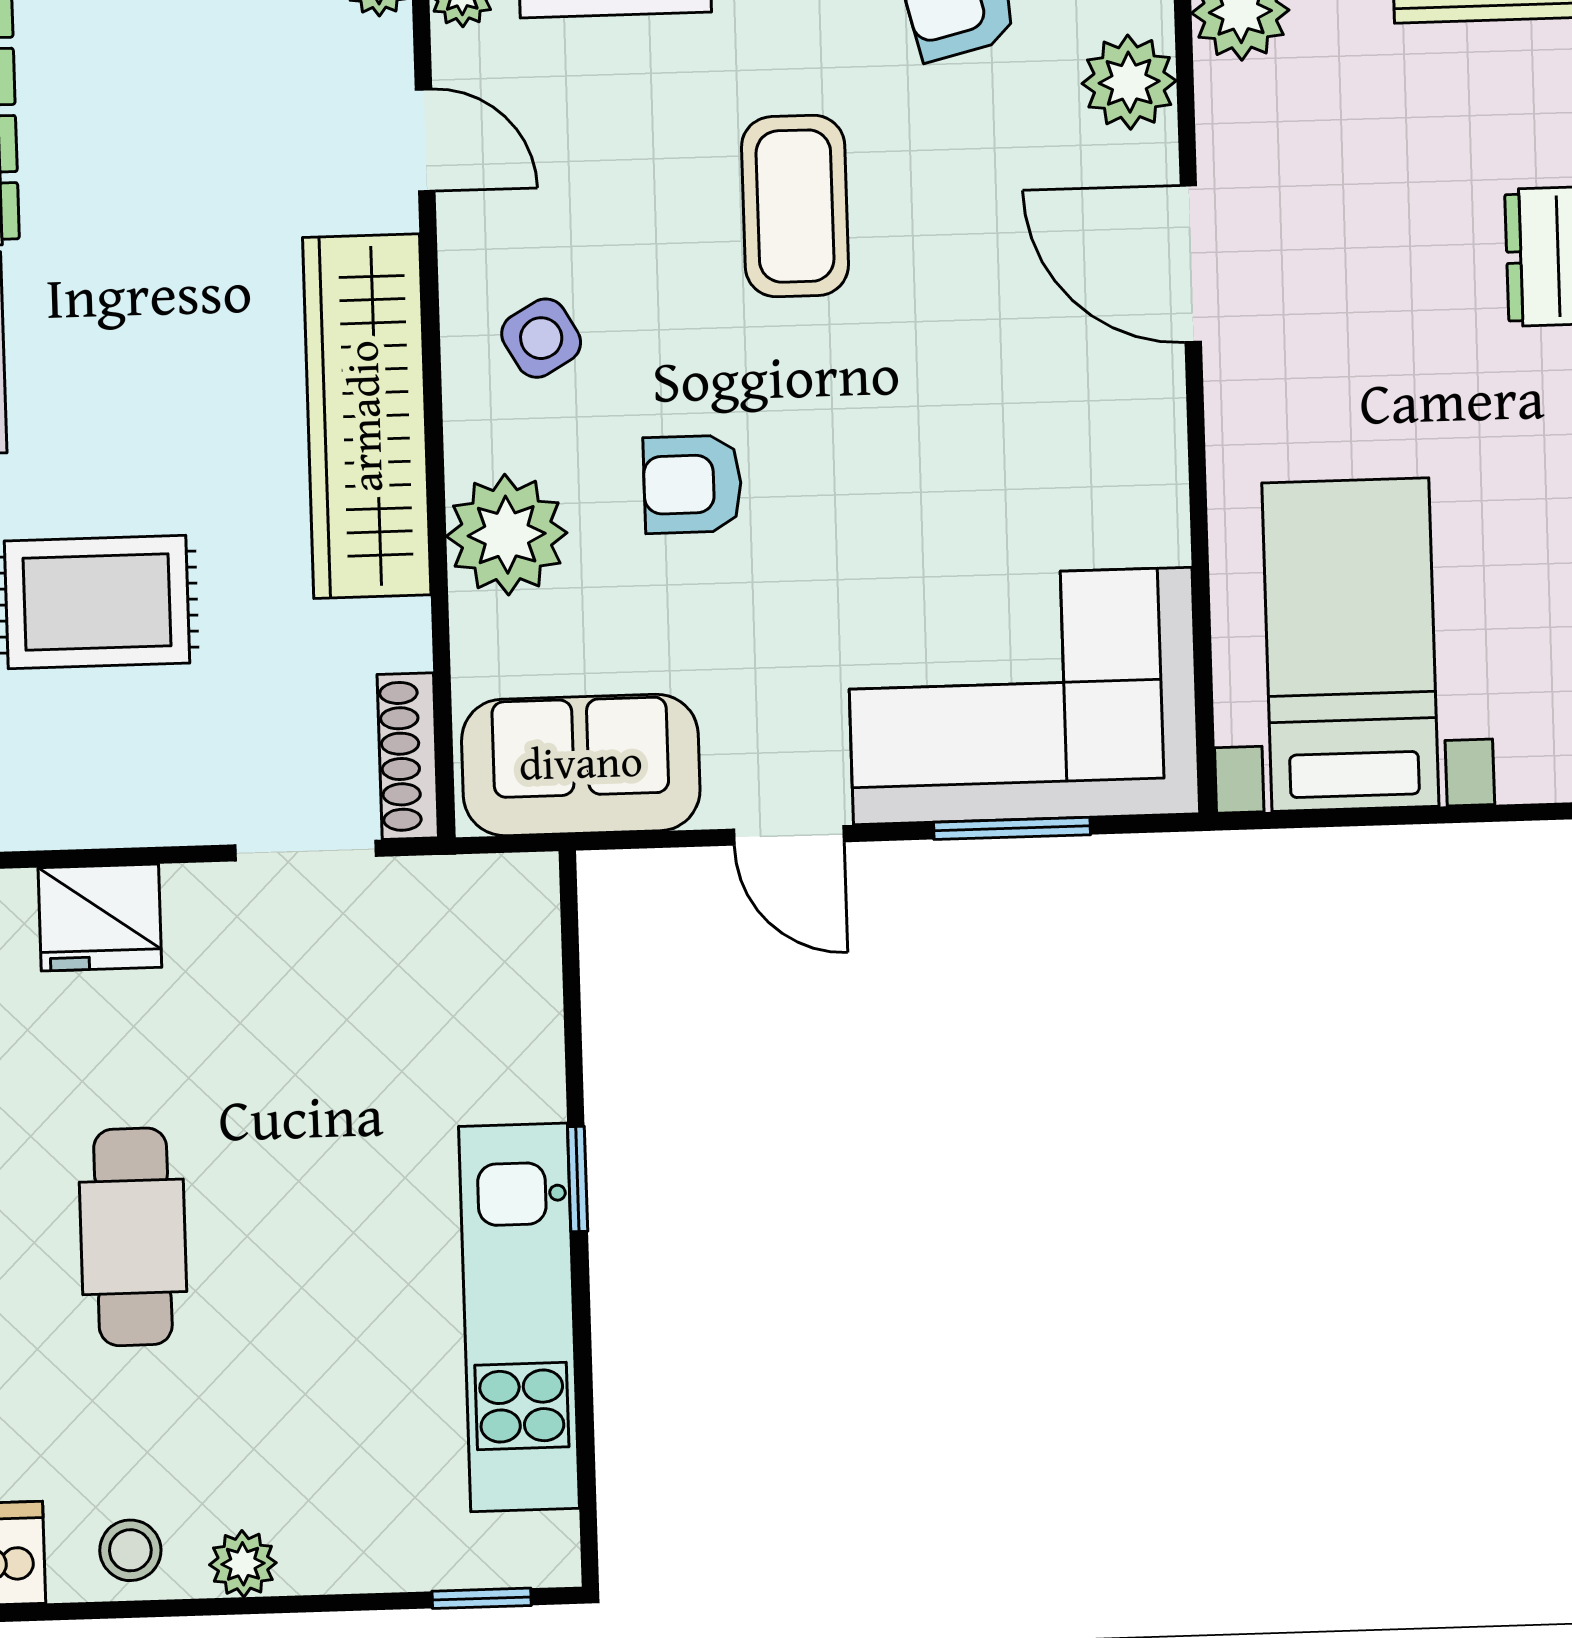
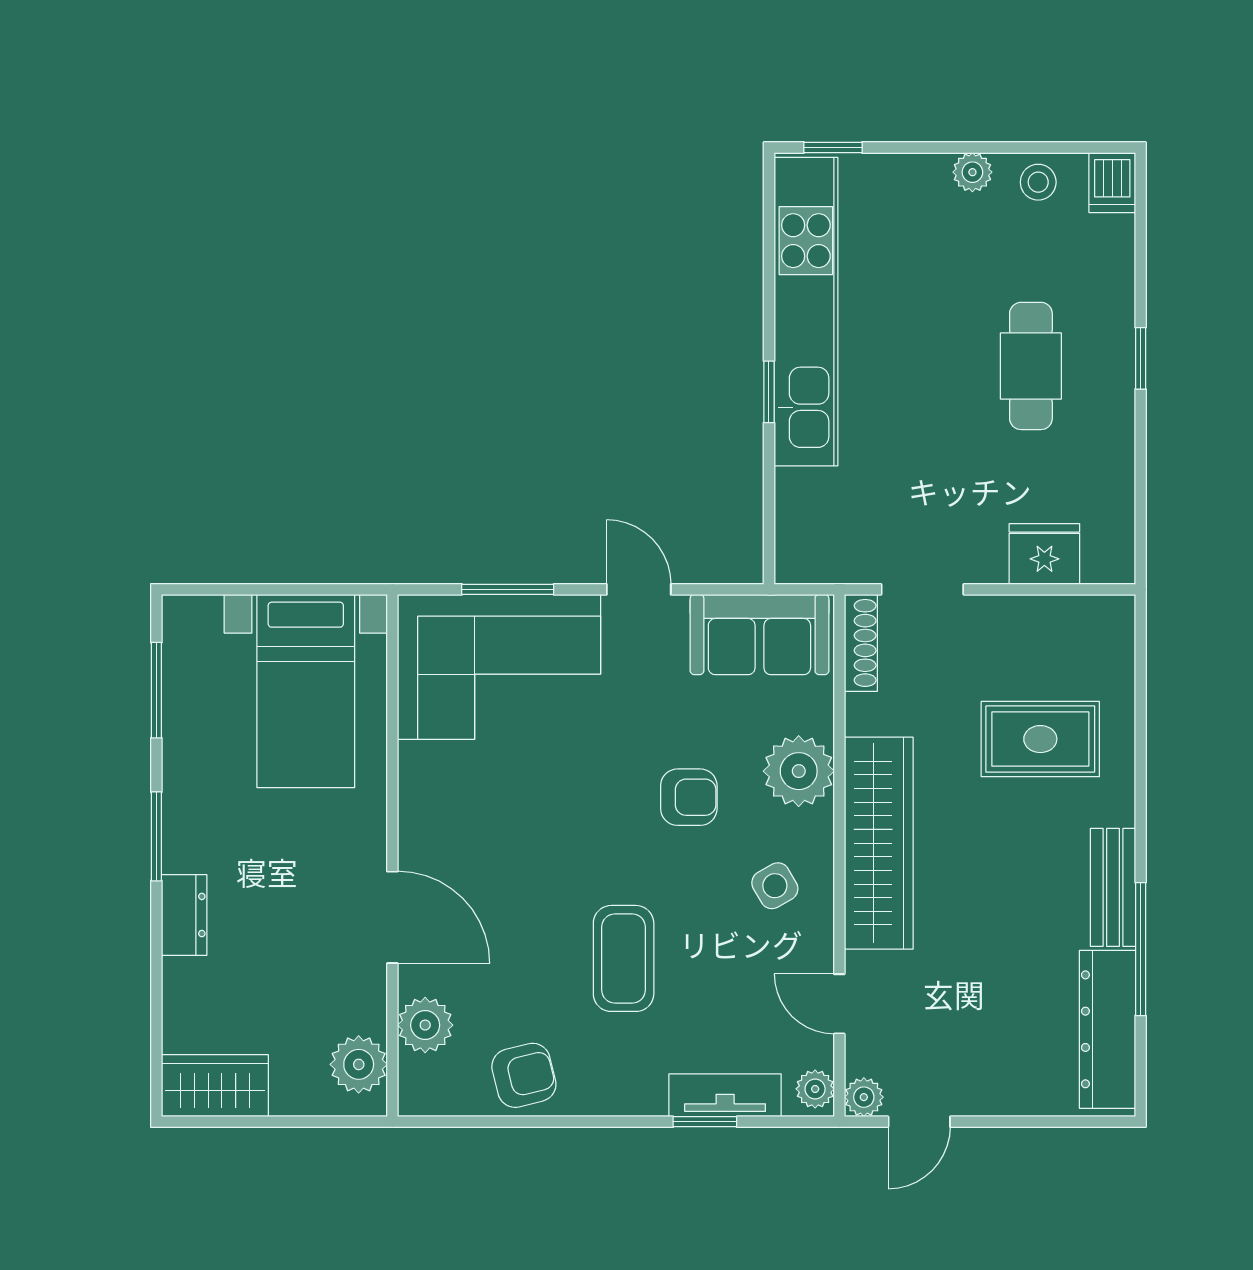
kitchen unit: (519, 1317) -> (806, 312), width x1.36

